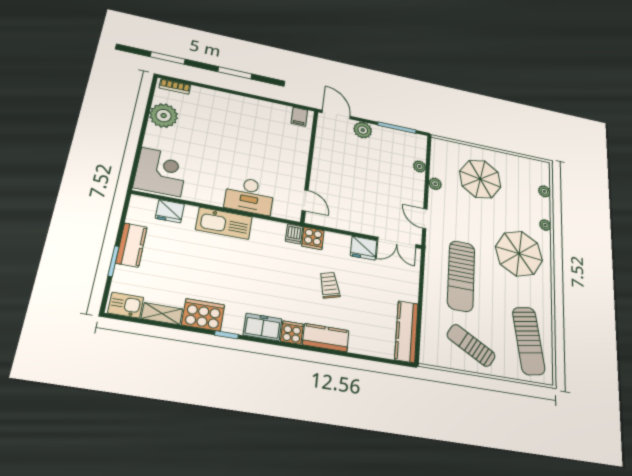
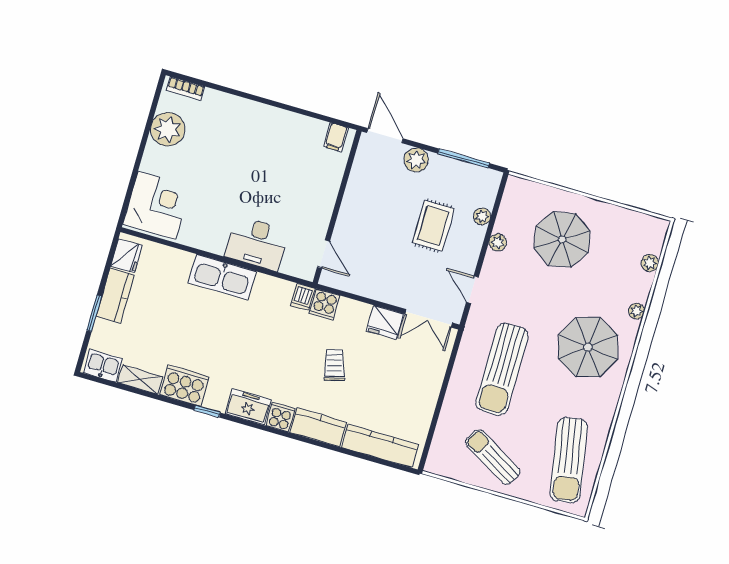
rug: (385, 175) -> (433, 226), added
fridge: (170, 211) -> (126, 256), moved, turned -90
kitchen counter: (406, 331) -> (380, 446), moved, turned 90

